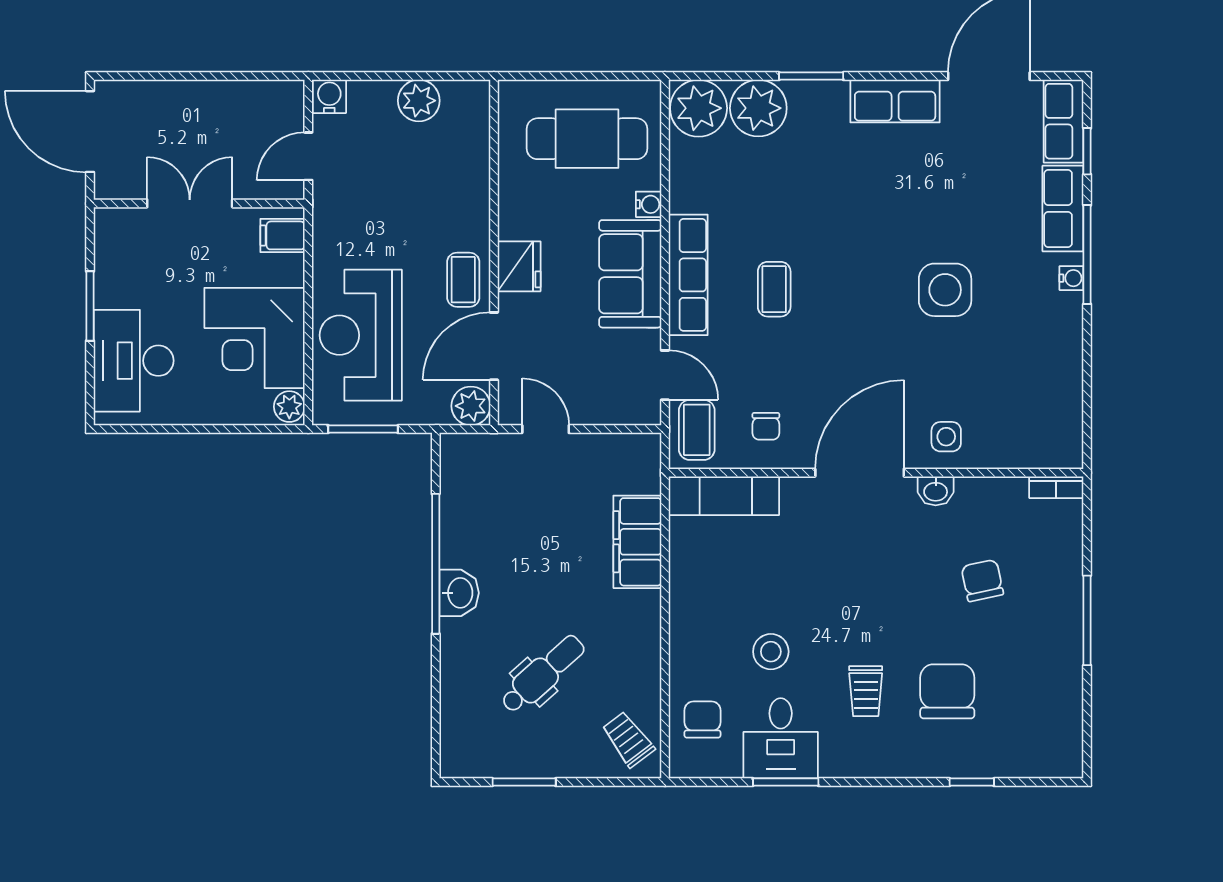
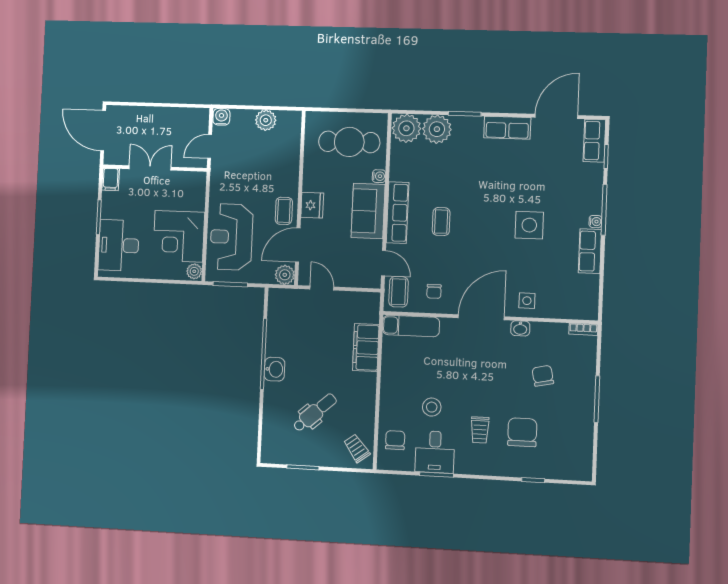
row of seats: (1063, 208) -> (590, 251), moved
filing cabinet: (282, 235) -> (111, 179), moved, turned -90

